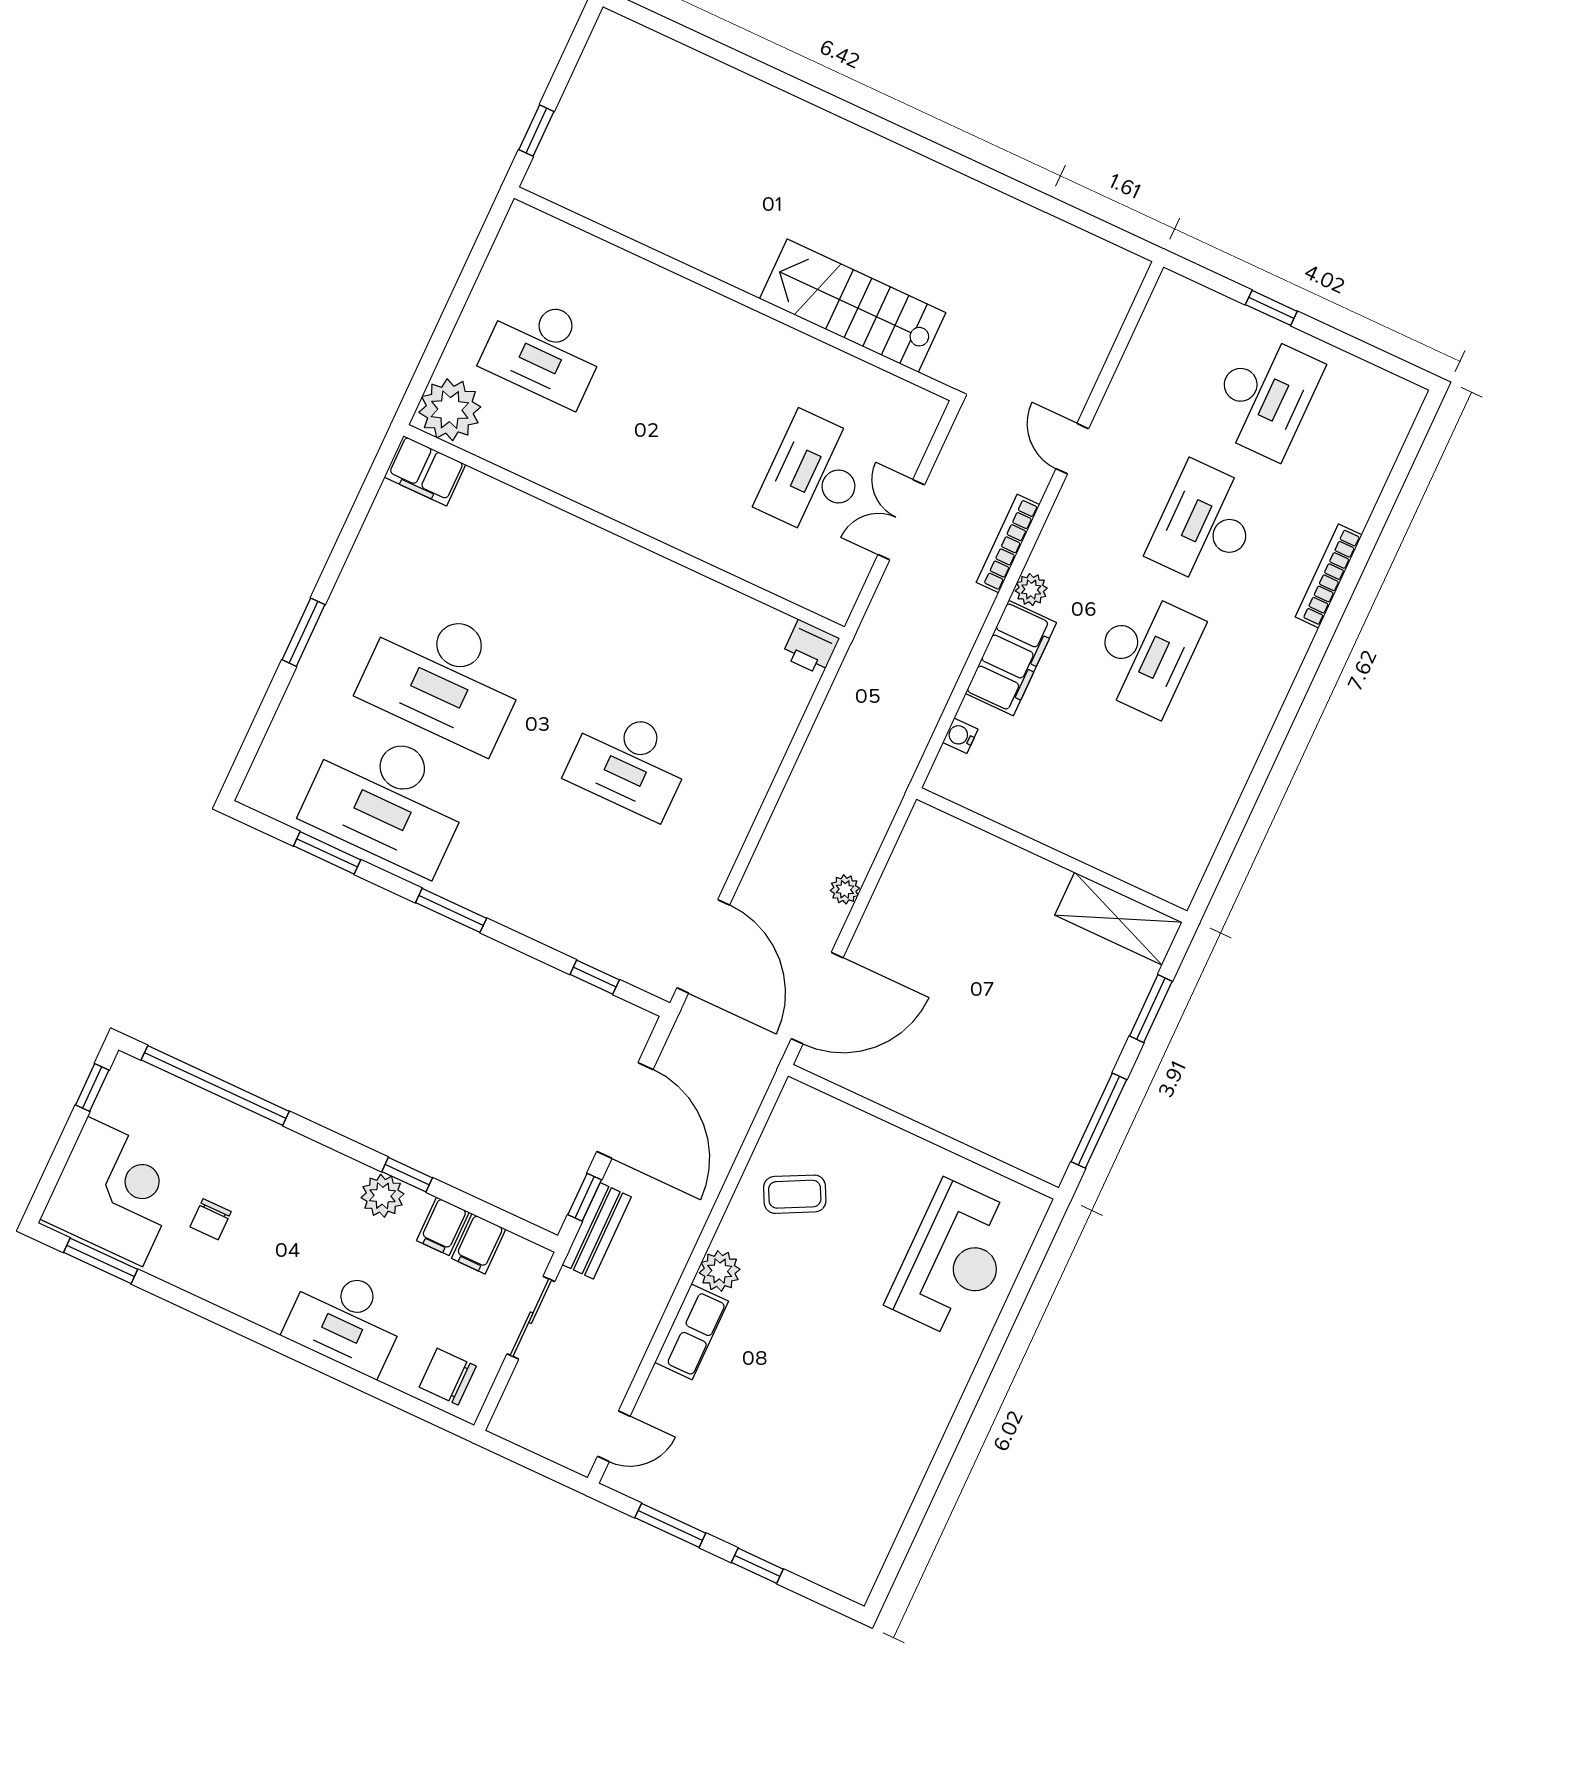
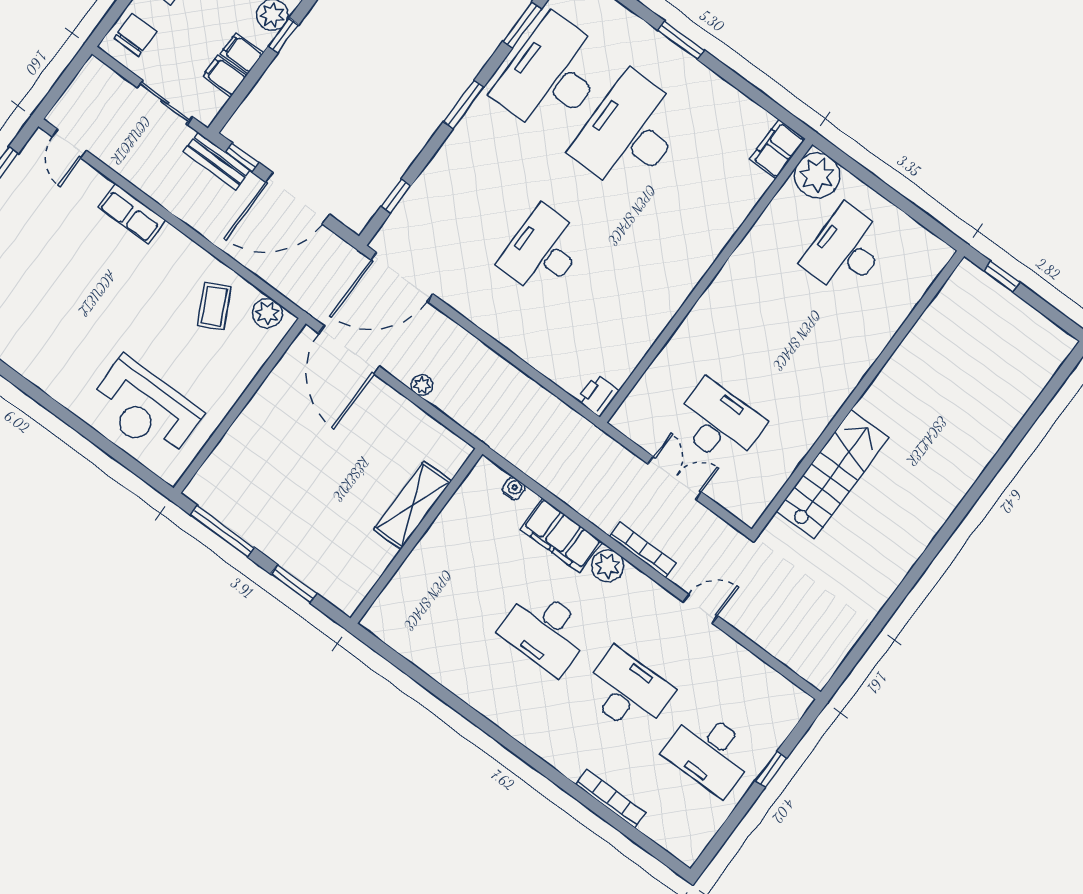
bookcase: (1329, 576) -> (611, 799), moved
plant: (1031, 590) -> (608, 566), width x1.38, depth x1.38
shelving: (1118, 919) -> (413, 505), moved
plant: (720, 1271) -> (267, 313), moved

